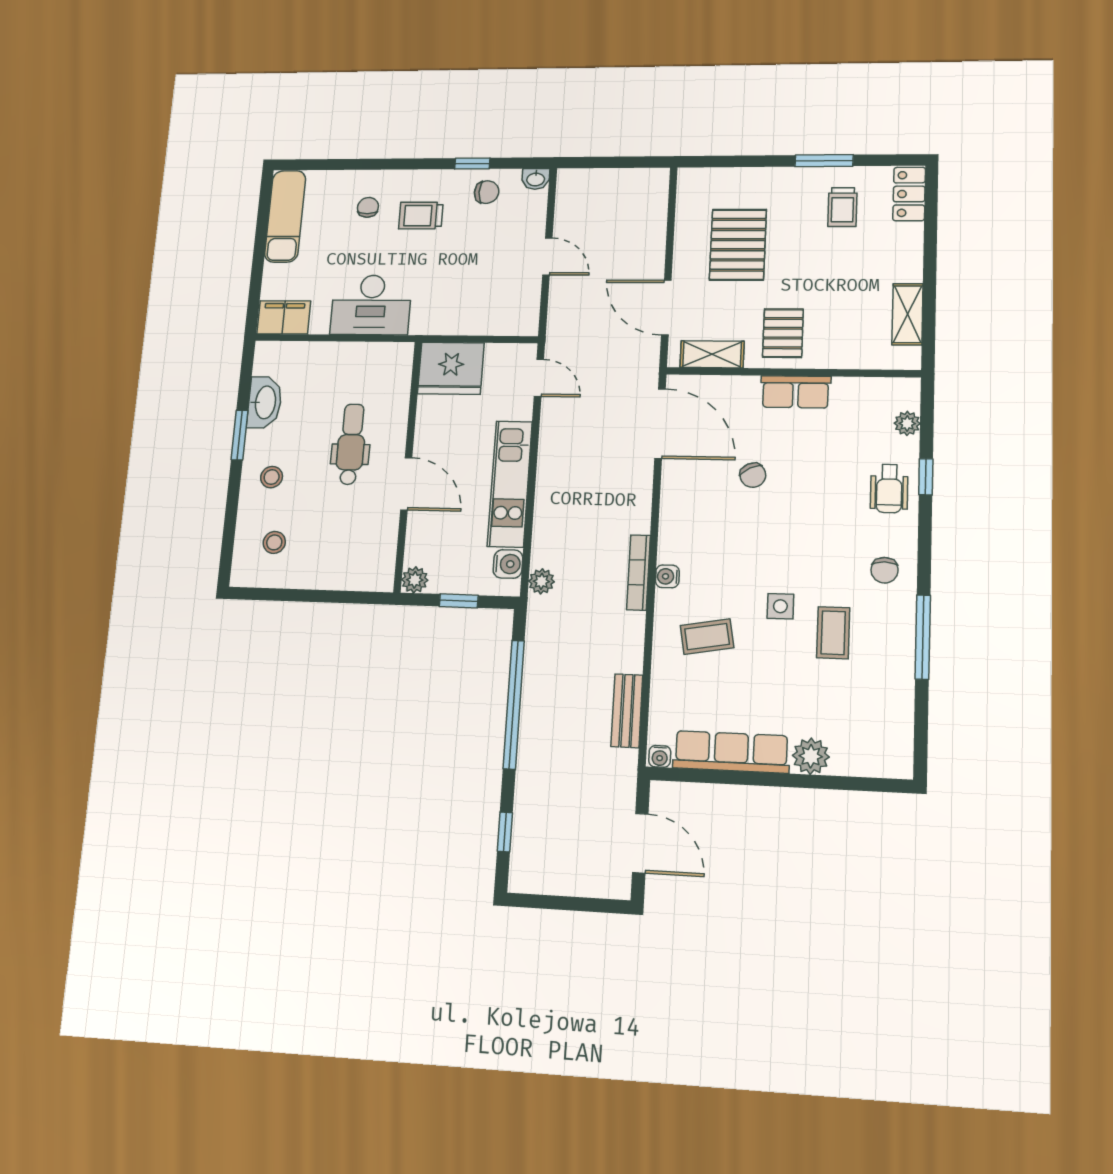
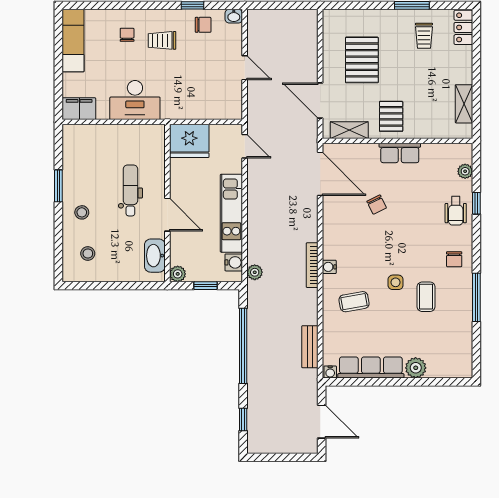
washbasin: (265, 402) -> (155, 256), moved, turned 180

